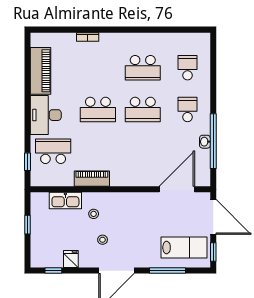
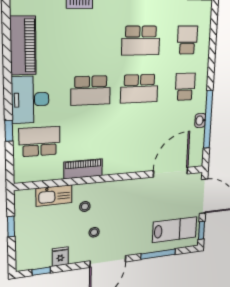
window: (27, 162) -> (9, 131), moved

